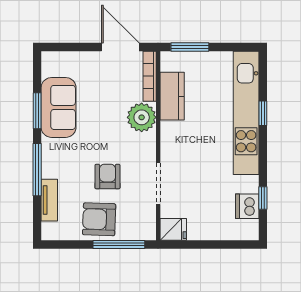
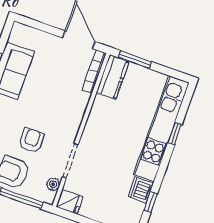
kitchen counter: (172, 96) -> (113, 77), moved
plant: (142, 117) -> (53, 184), moved, width x0.53, depth x0.53
dishwasher: (247, 206) -> (141, 190), moved

